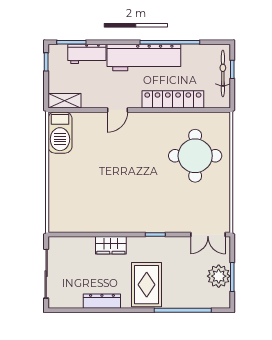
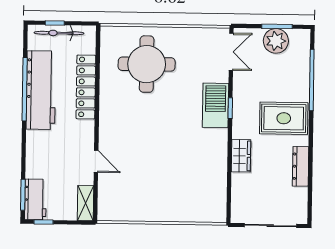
workbench: (87, 54) -> (35, 199), moved
workbench: (144, 57) -> (41, 90), moved
door: (118, 110) -> (96, 161), moved
barbecue: (60, 133) -> (215, 105), moved, turned -90

